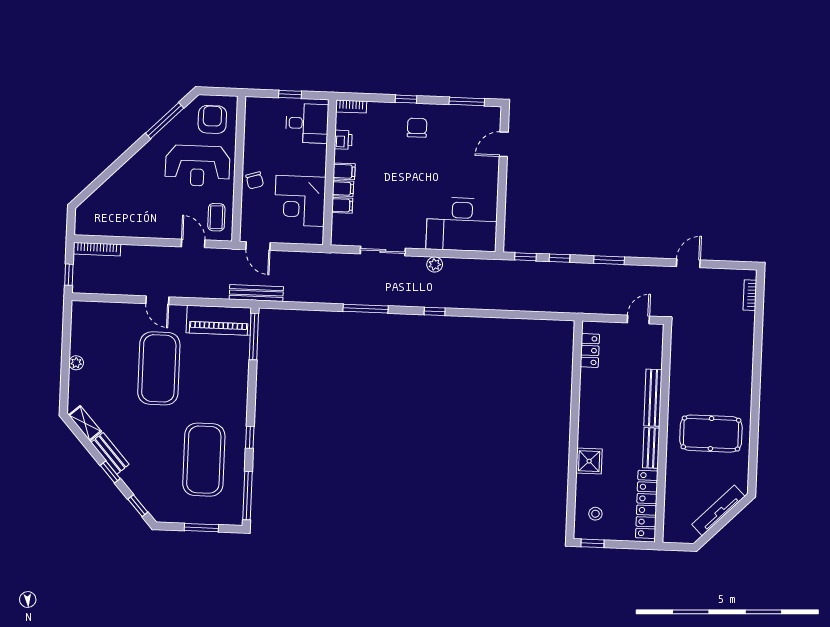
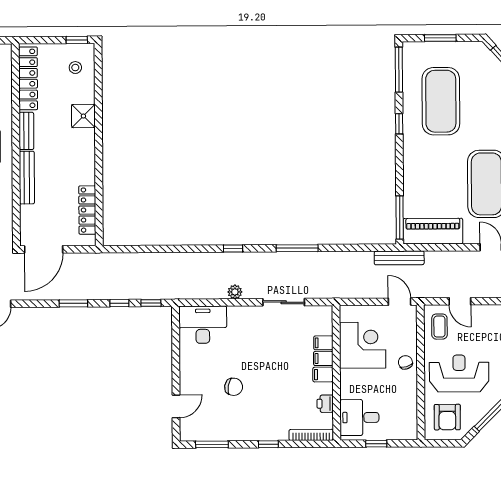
bookcase: (351, 107) -> (311, 435), width x1.56
chair: (417, 128) -> (234, 387), moved, turned -81
desk: (462, 224) -> (203, 325), width x0.73, depth x0.77
door: (638, 319) -> (44, 249), width x1.87
locker: (590, 350) -> (87, 210), width x1.53

